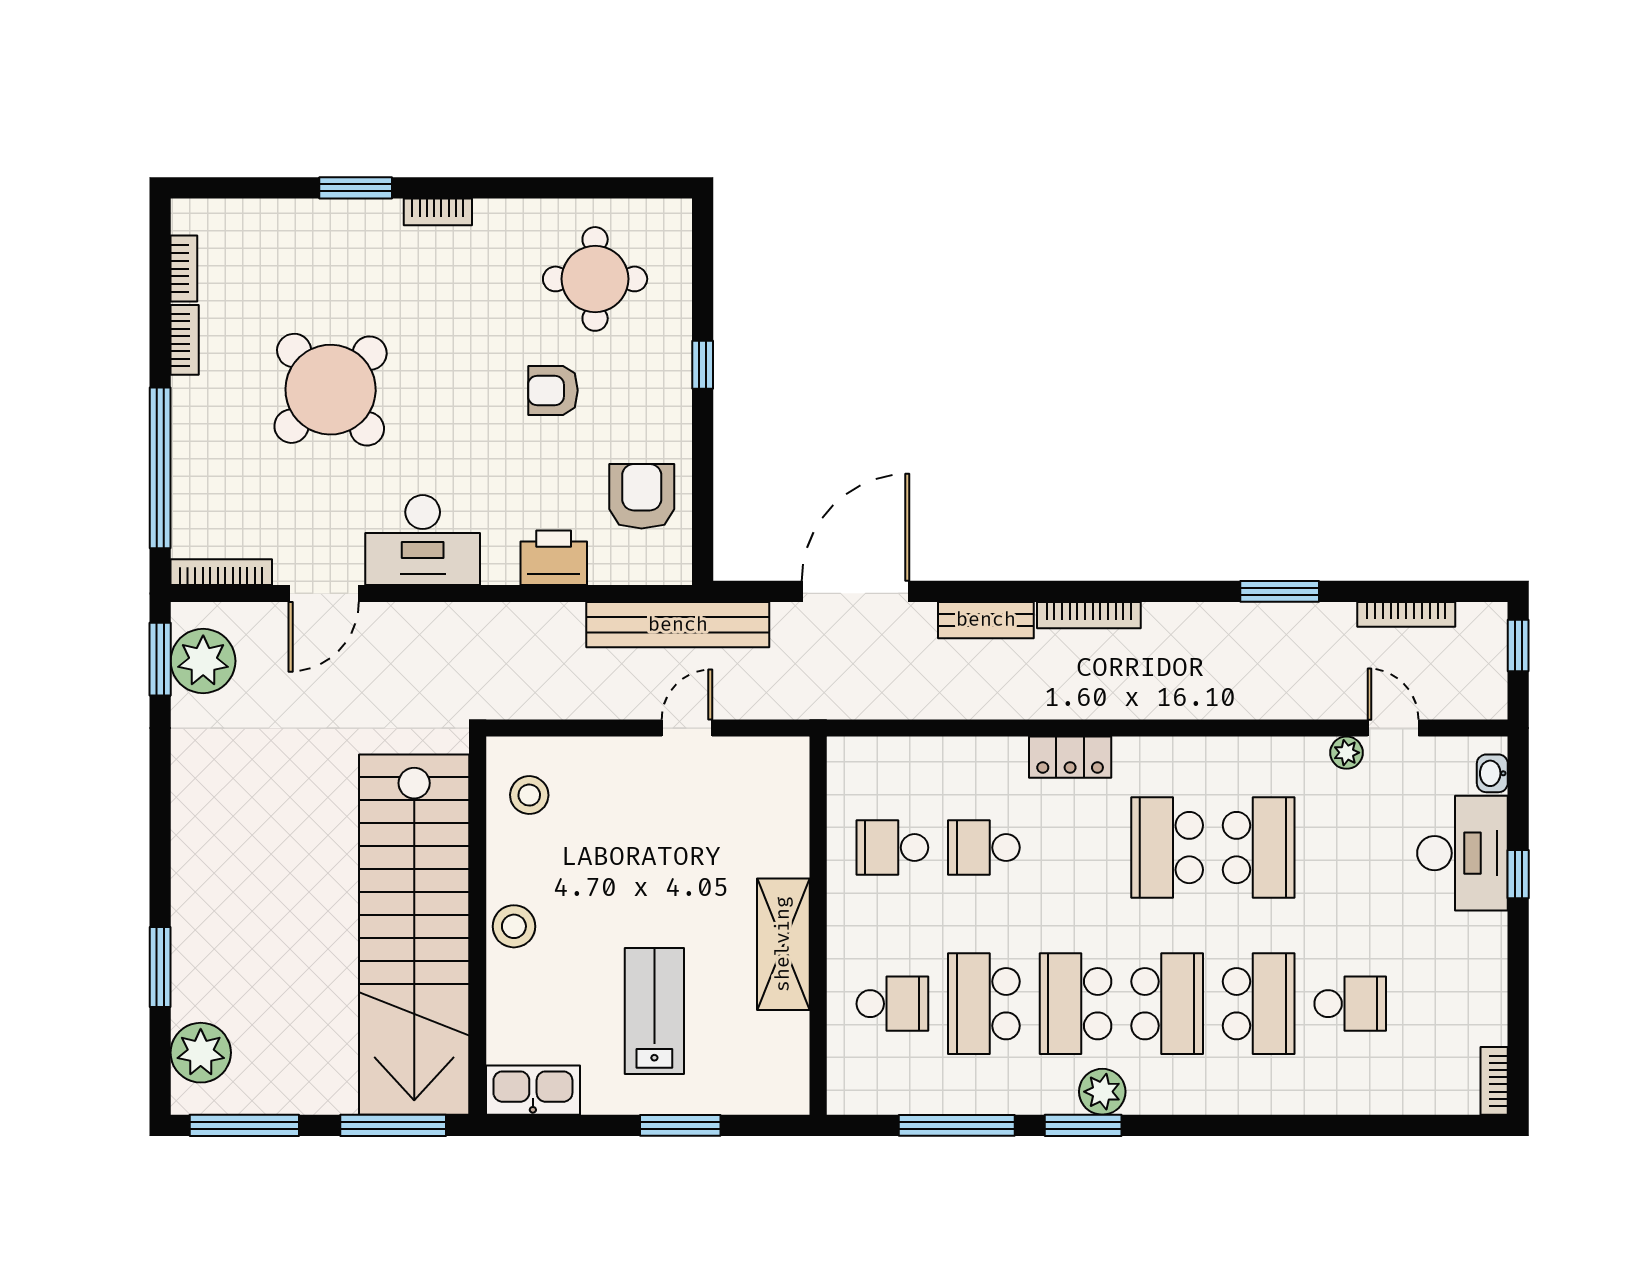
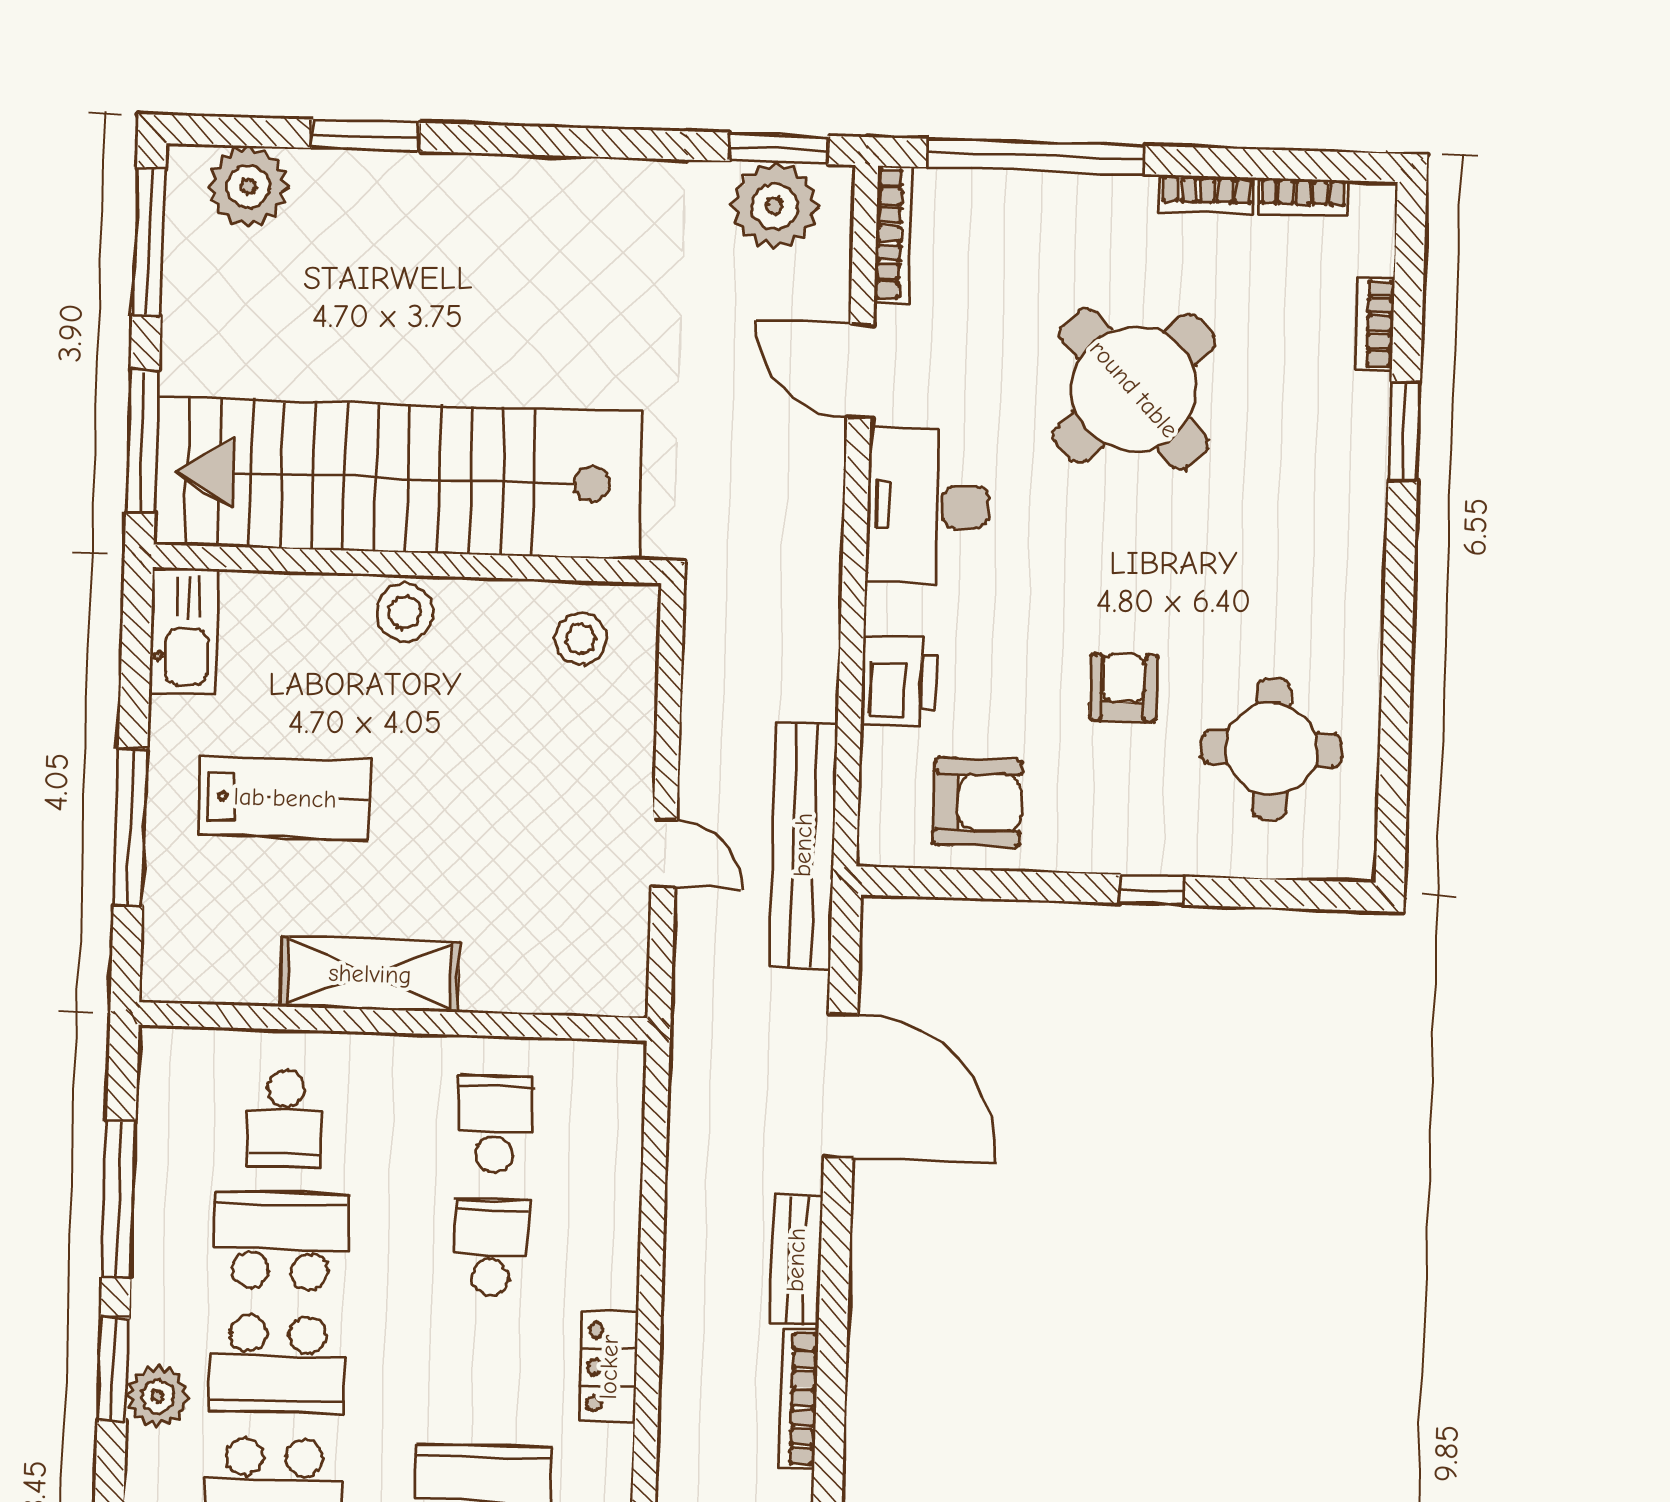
bookcase: (438, 212) -> (1375, 324), moved
school desk: (1076, 1004) -> (277, 1364), turned 180
window: (680, 1125) -> (130, 828), width x1.44

